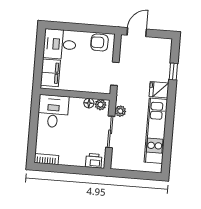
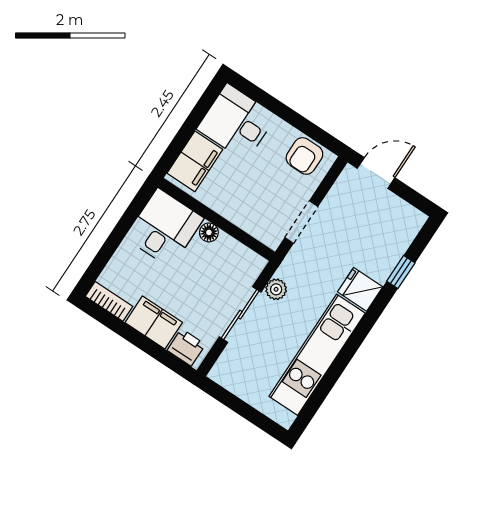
armchair: (99, 42) -> (304, 156), turned -90
floor lamp: (89, 103) -> (209, 232), moved
plant: (100, 105) -> (249, 260), removed
filing cabinet: (72, 157) -> (154, 322), added

